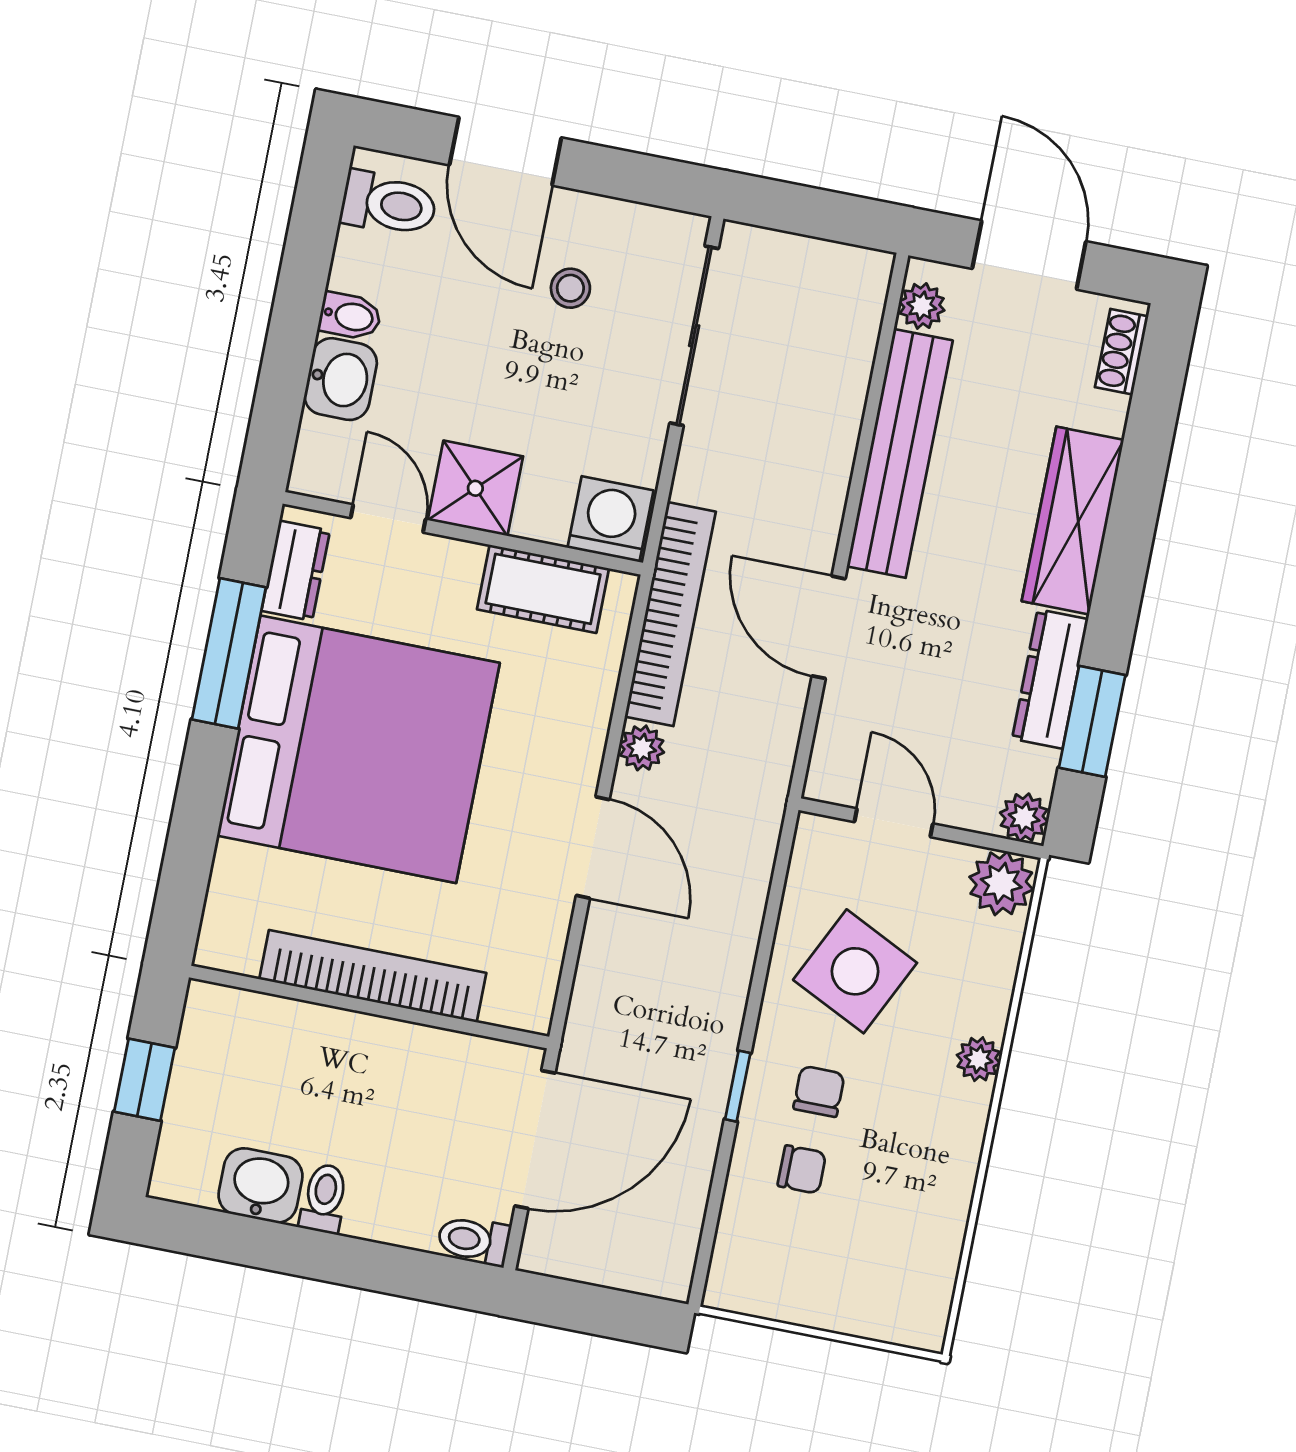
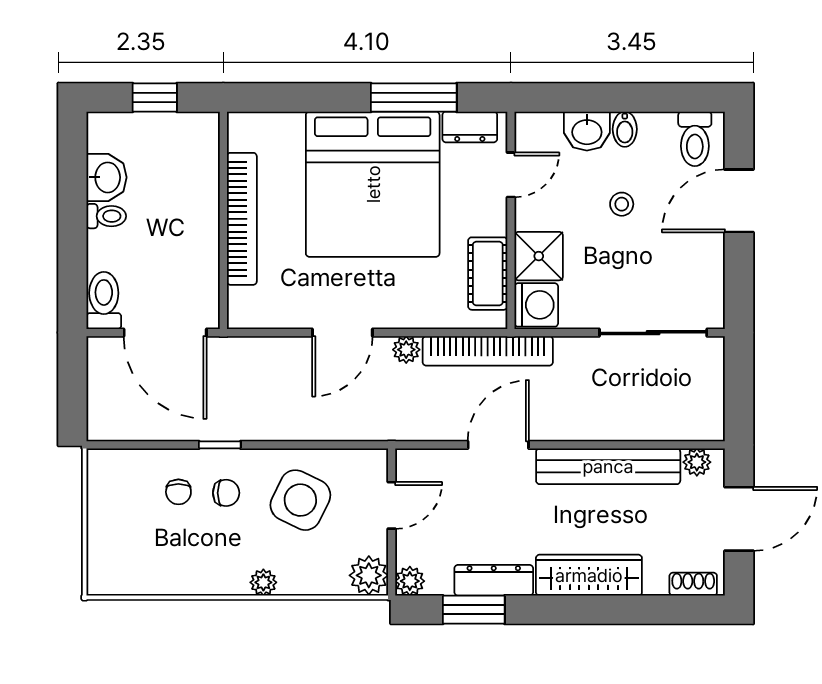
stool: (570, 288) -> (622, 204), moved
shower: (475, 488) -> (539, 256), moved
toilet: (474, 1240) -> (104, 300), width x1.37, depth x1.39

